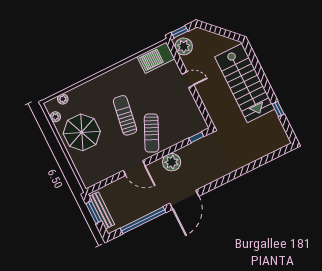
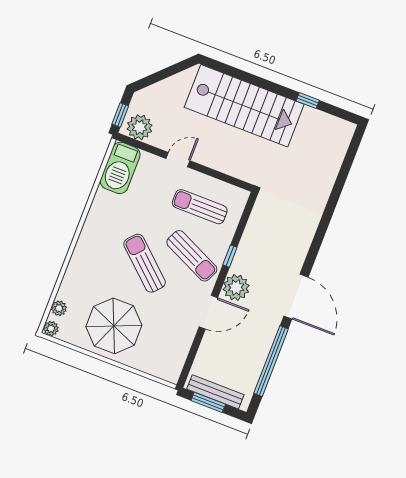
sun lounger: (177, 112) -> (200, 207), added
sun lounger: (125, 115) -> (145, 263), turned 33
plant: (55, 117) -> (51, 329), moved
window: (196, 137) -> (230, 256), moved
plant: (172, 162) -> (236, 287), moved

